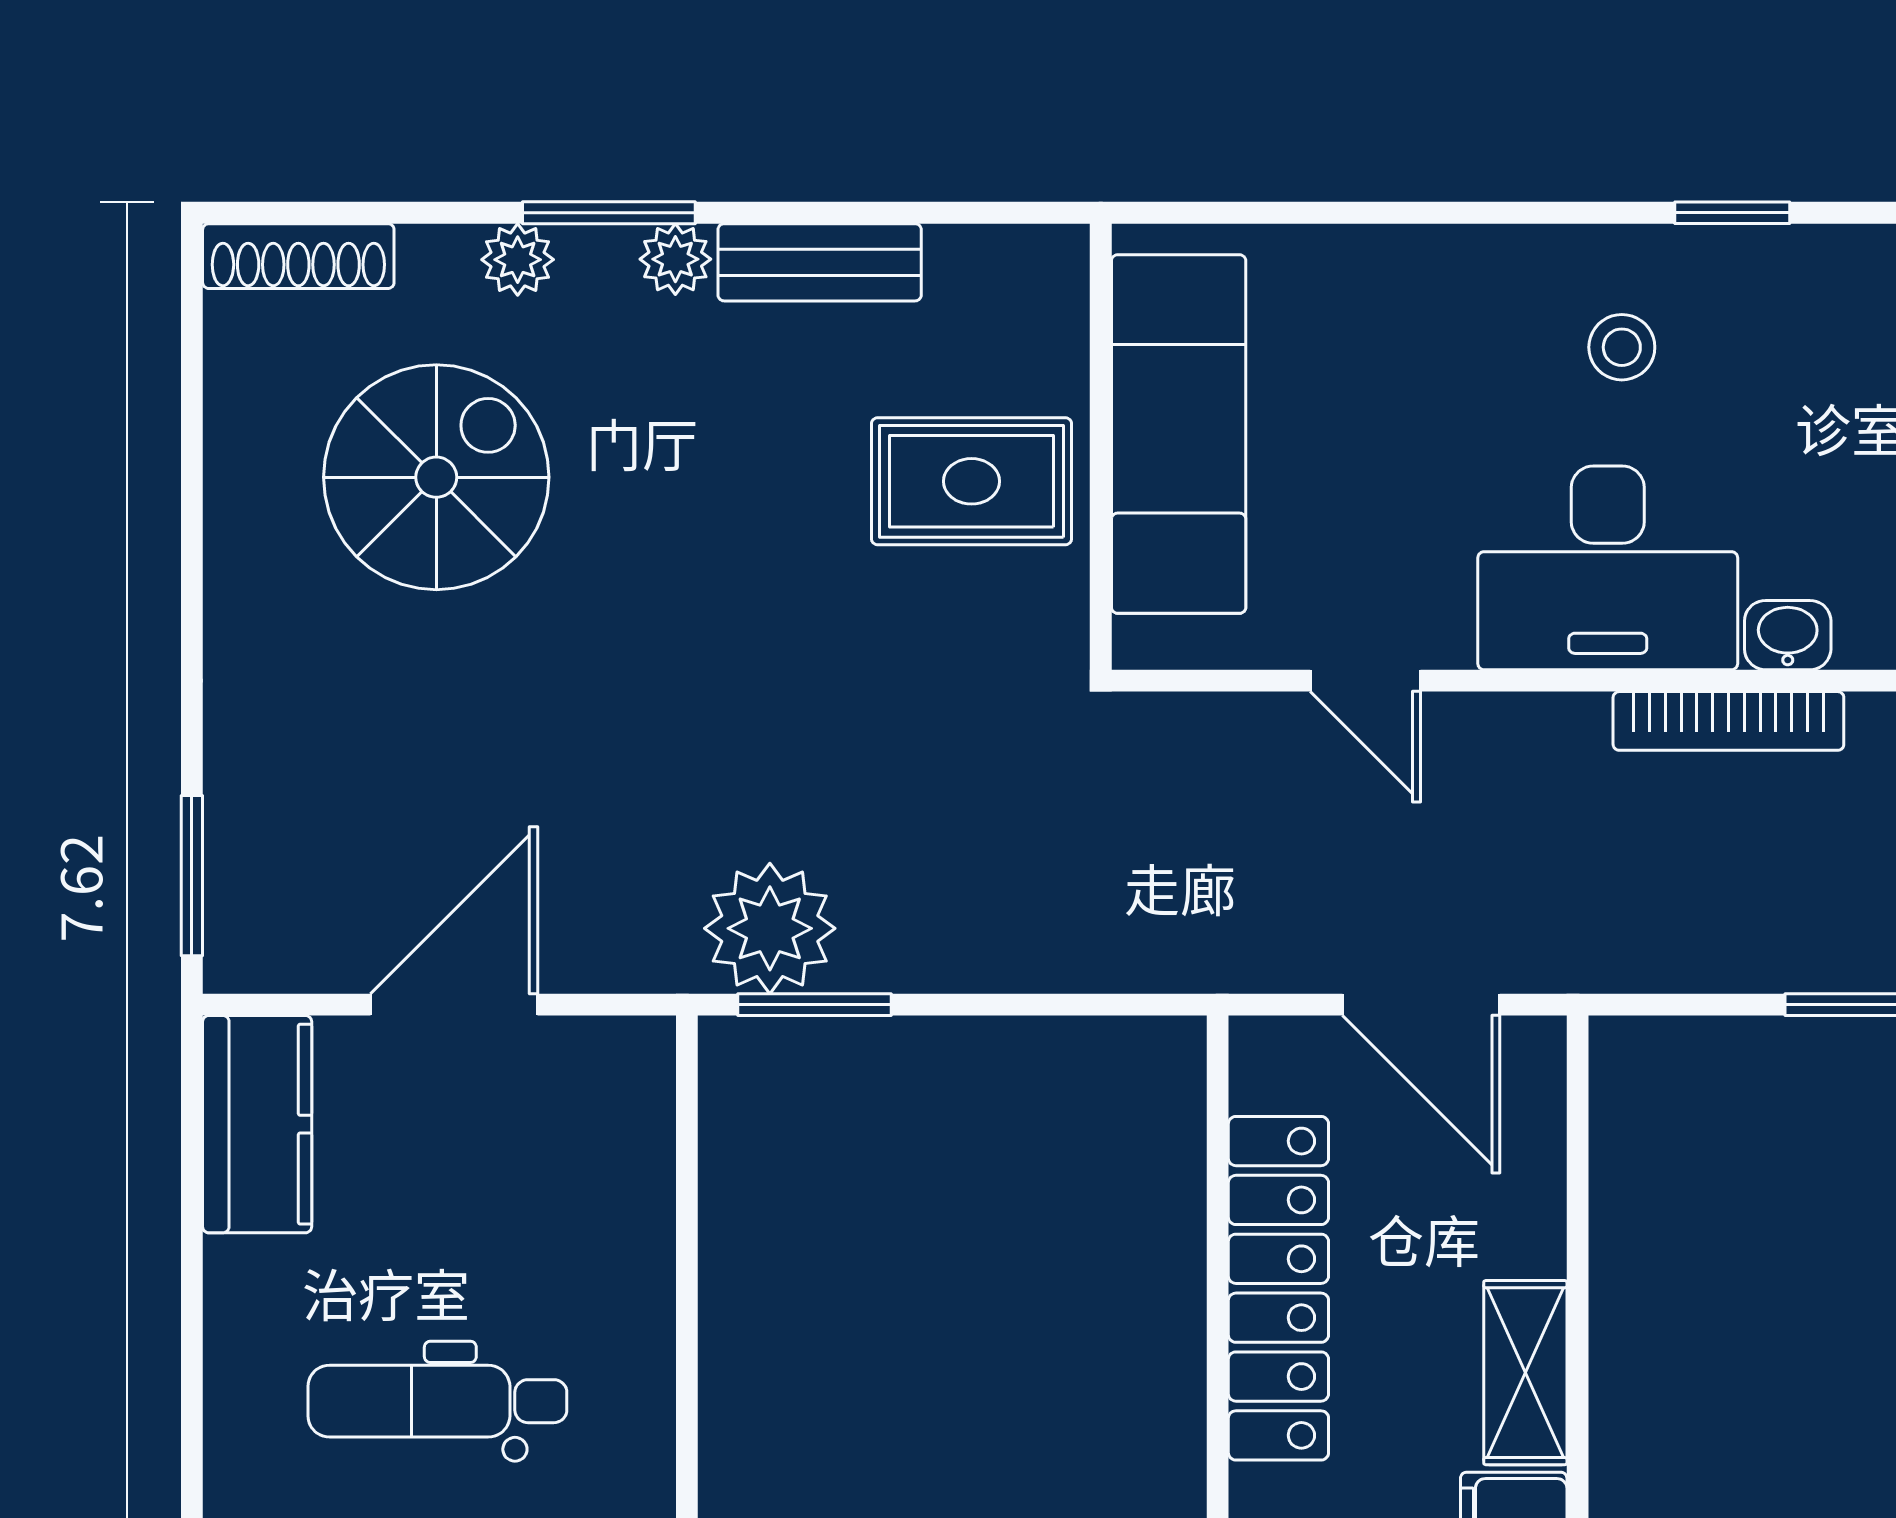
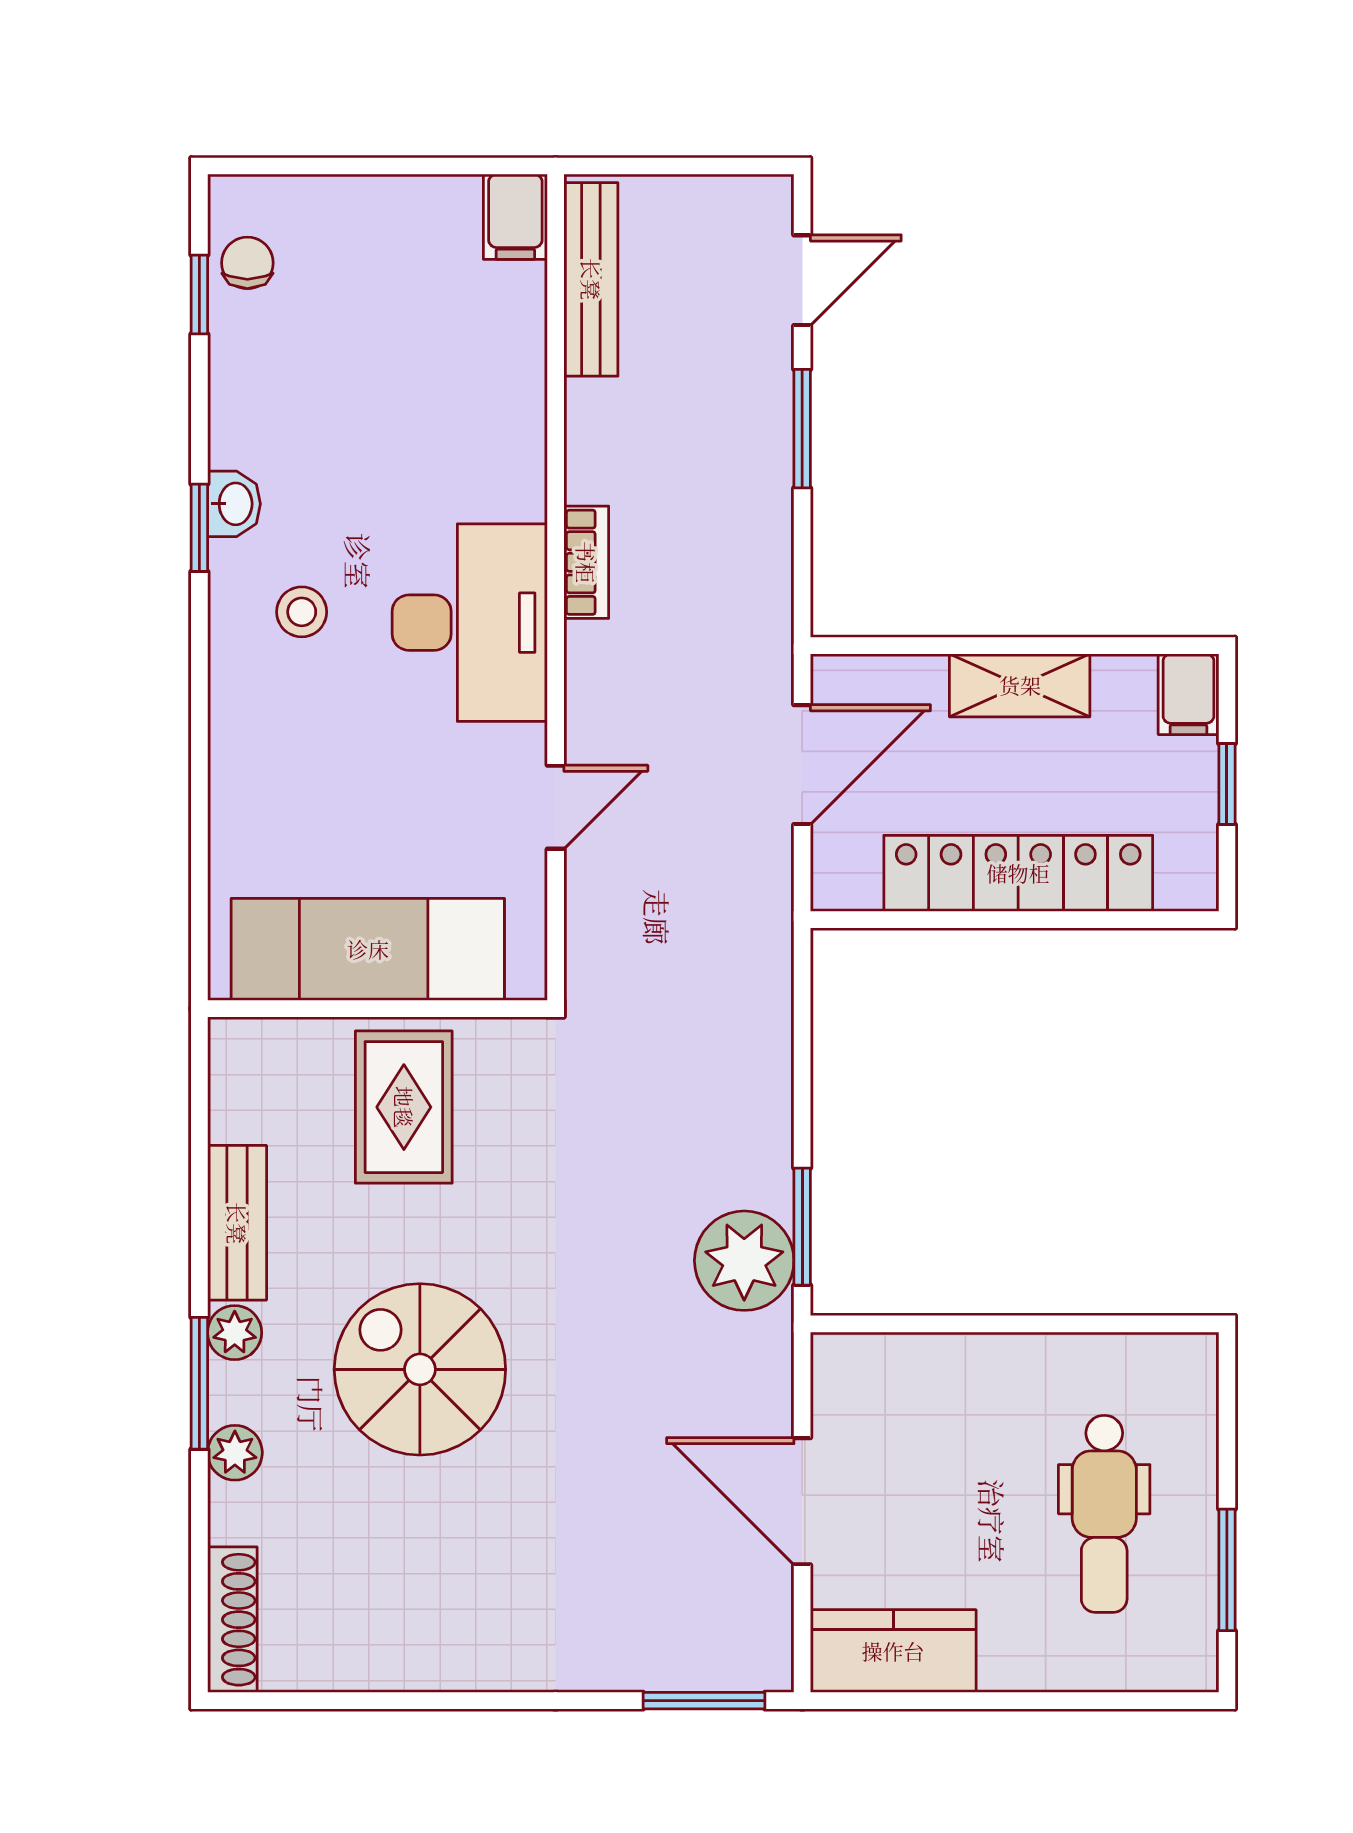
spiral stairs: (436, 477) -> (420, 1369), moved
washbasin: (1788, 635) -> (234, 504), moved, turned 180
bookcase: (1728, 721) -> (586, 562), width x0.64
shelving: (1525, 1373) -> (1020, 685), moved

